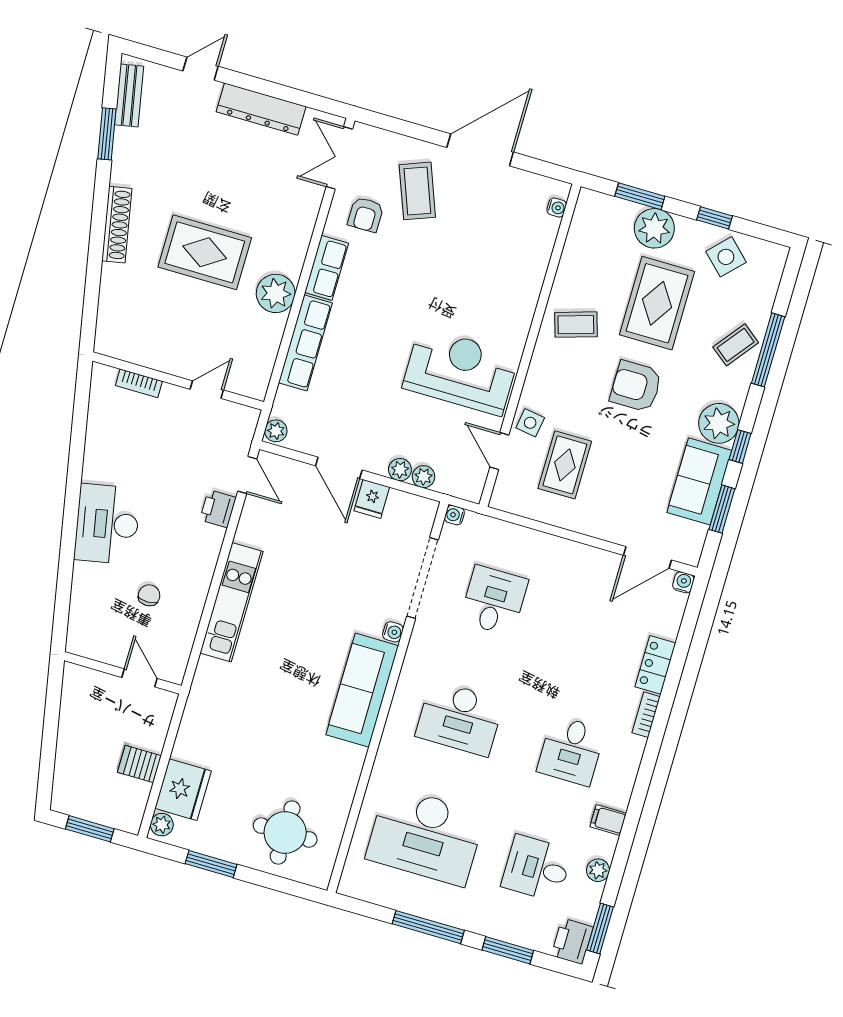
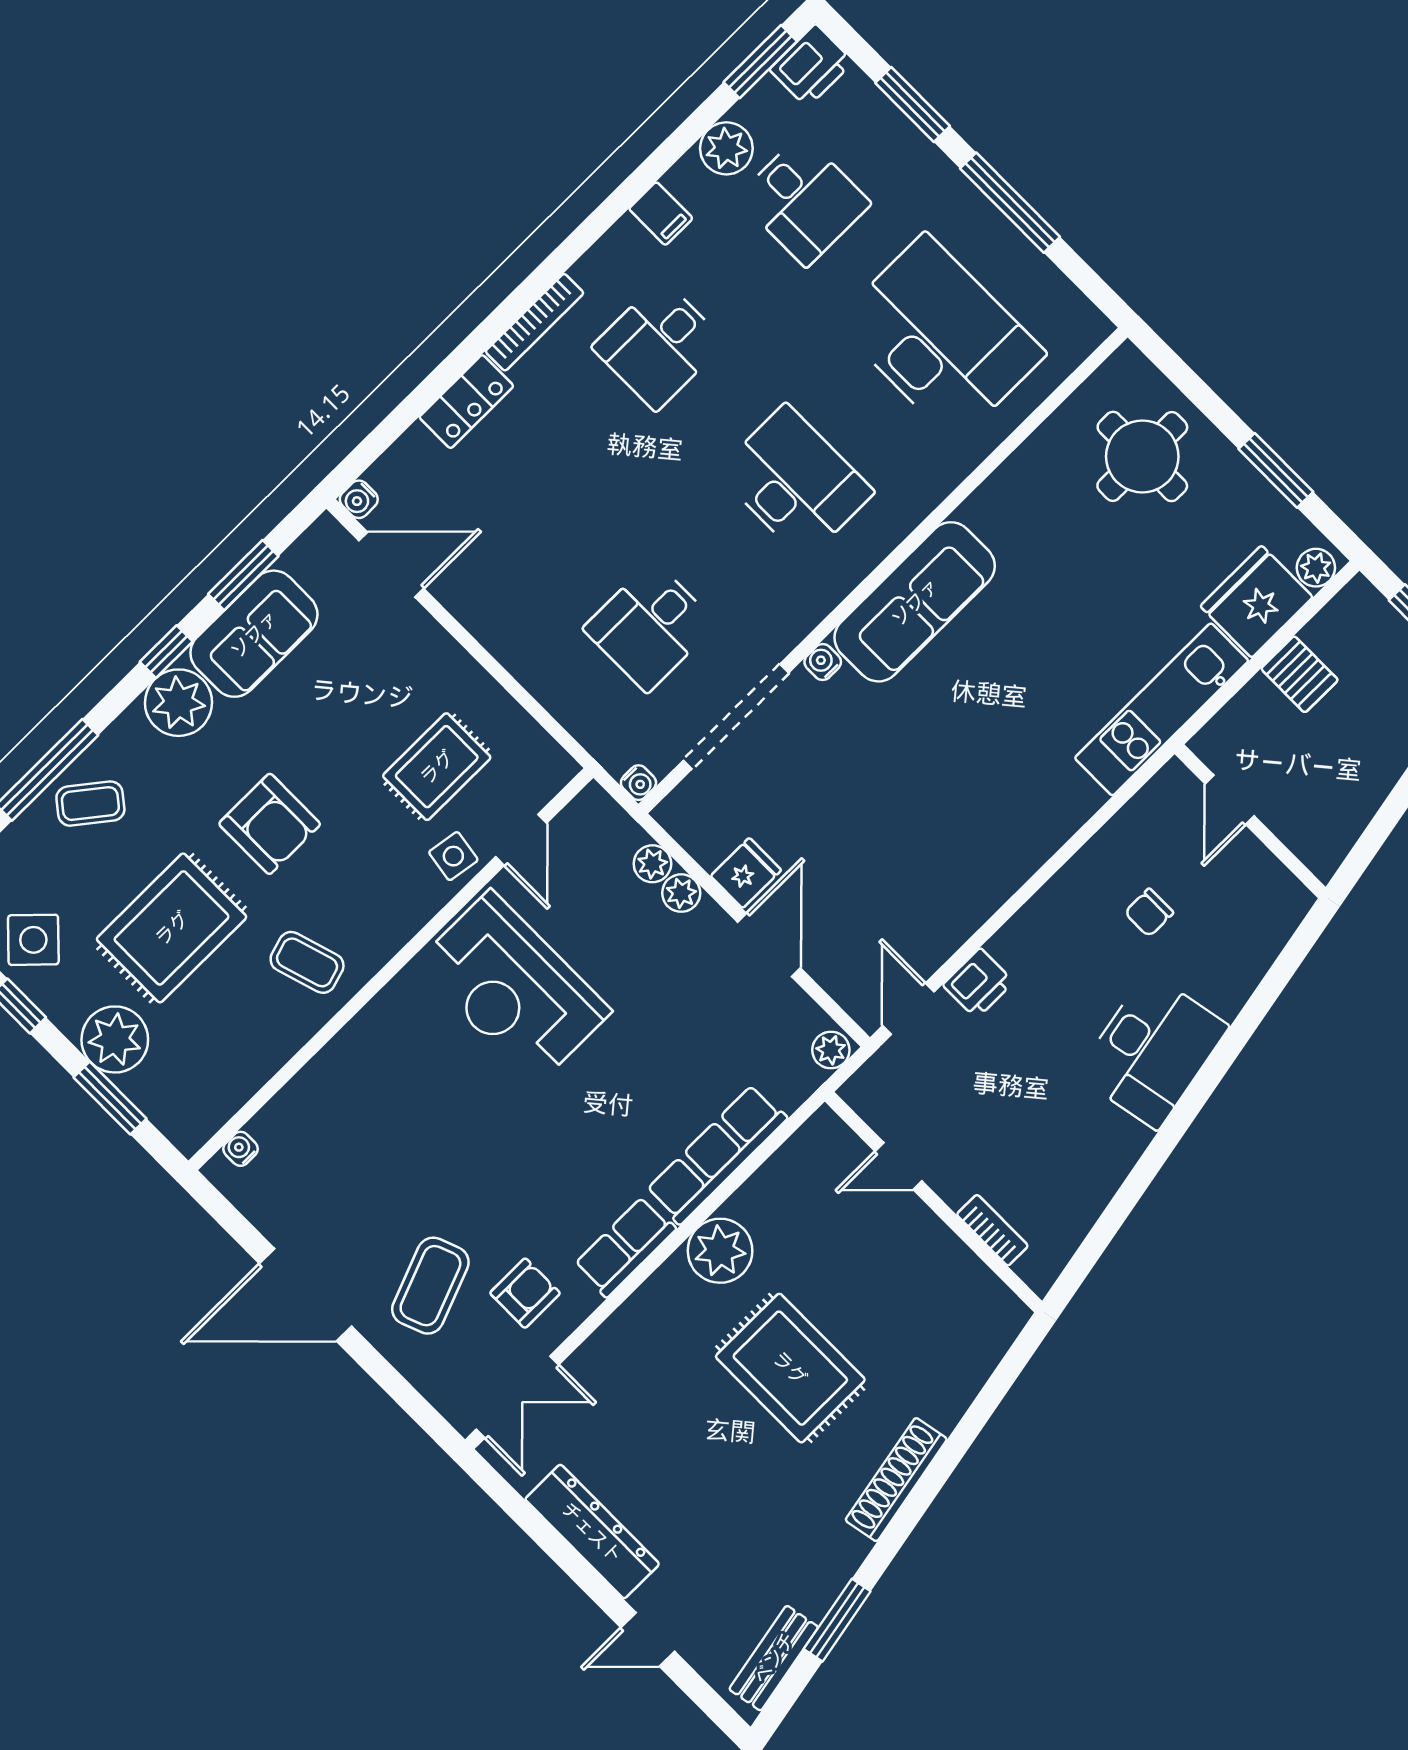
kitchen unit: (231, 602) -> (1162, 709), moved
bookcase: (646, 715) -> (534, 322), width x1.56
desk: (571, 751) -> (659, 345), turned 180
plant: (598, 870) -> (726, 148), width x1.38, depth x1.38

